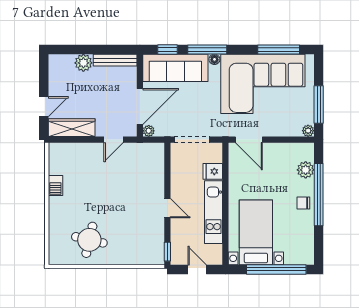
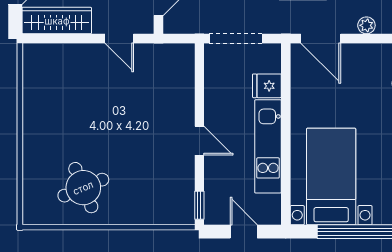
plant: (149, 131) -> (366, 25), moved
door: (114, 140) -> (119, 38), hinge flipped
barbecue: (55, 186) -> (33, 107), removed
round table: (89, 240) -> (83, 188), turned -36

